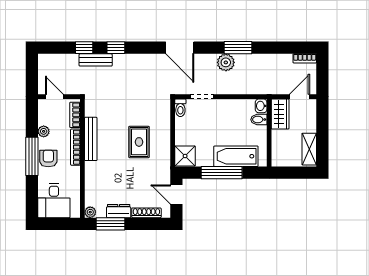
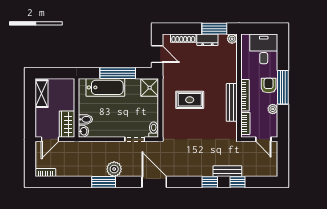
rug: (139, 142) -> (190, 100), turned 90
armchair: (48, 158) -> (269, 86), turned 180

